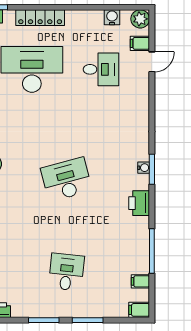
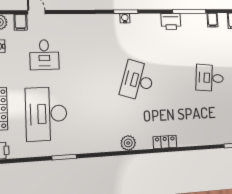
desk: (101, 69) -> (44, 55), turned 180
desk: (66, 179) -> (138, 81), turned 33
printer: (139, 203) -> (171, 21), moved

